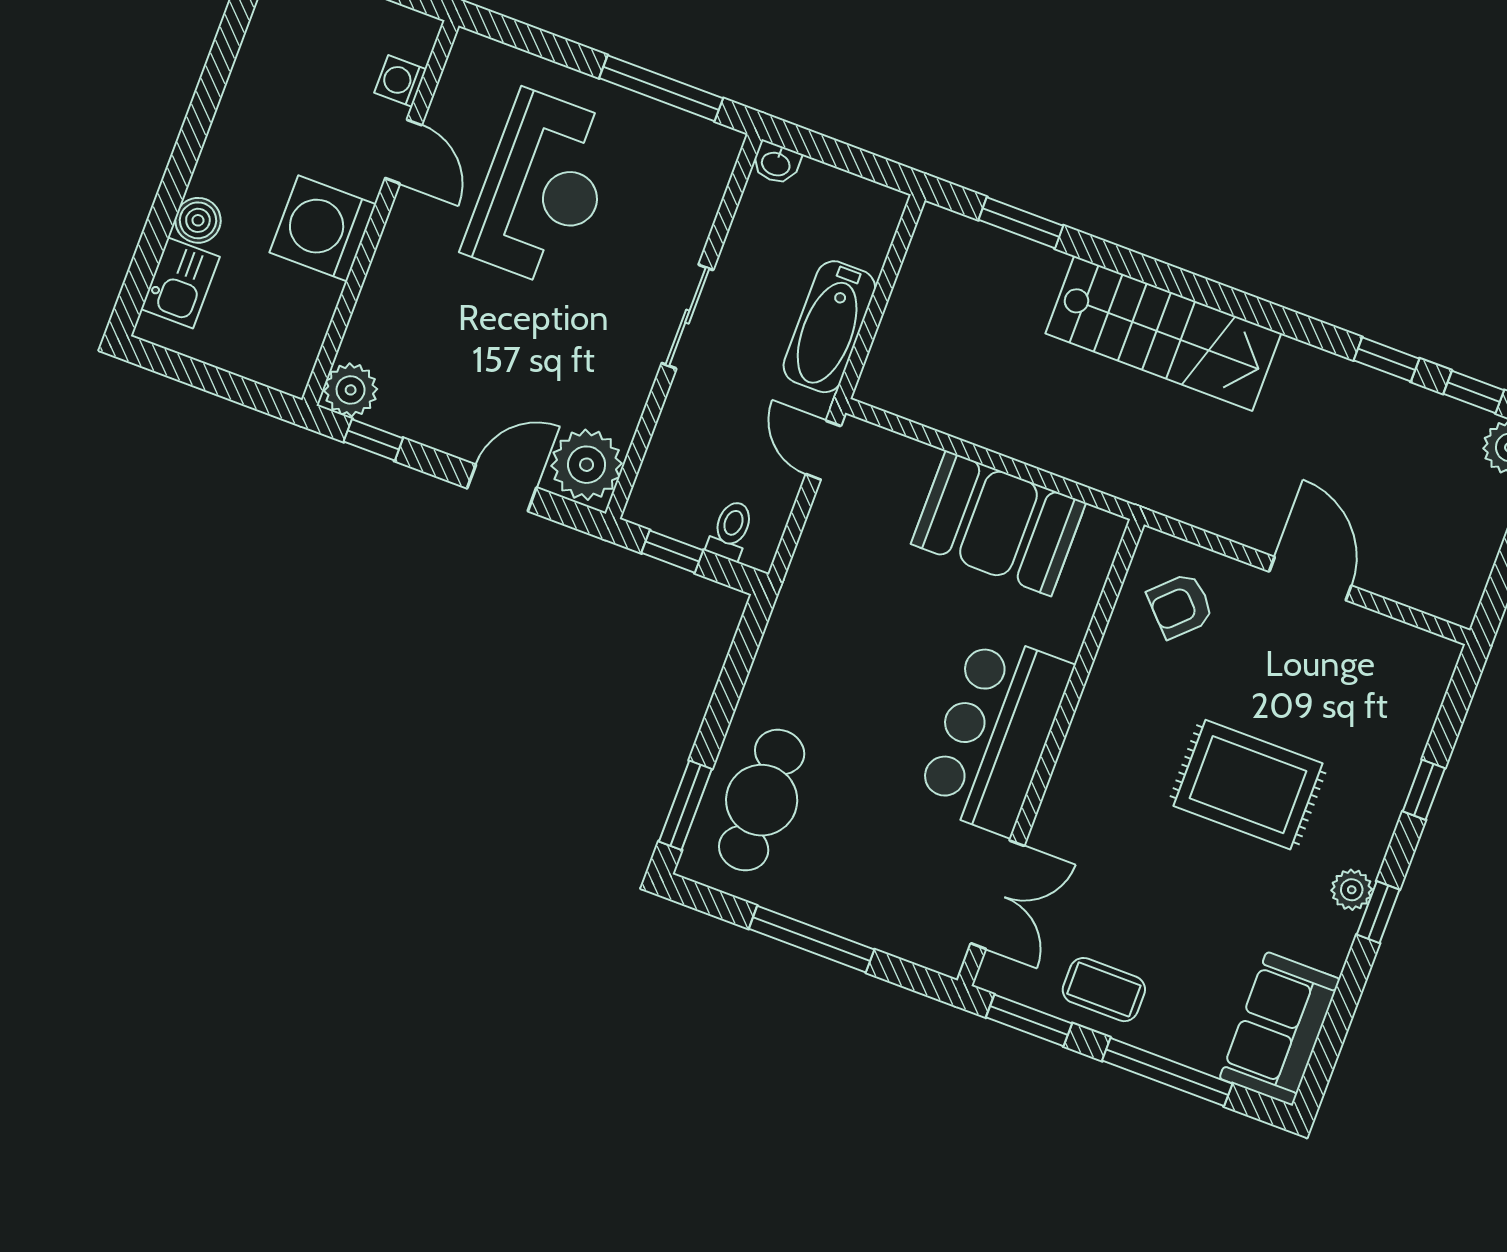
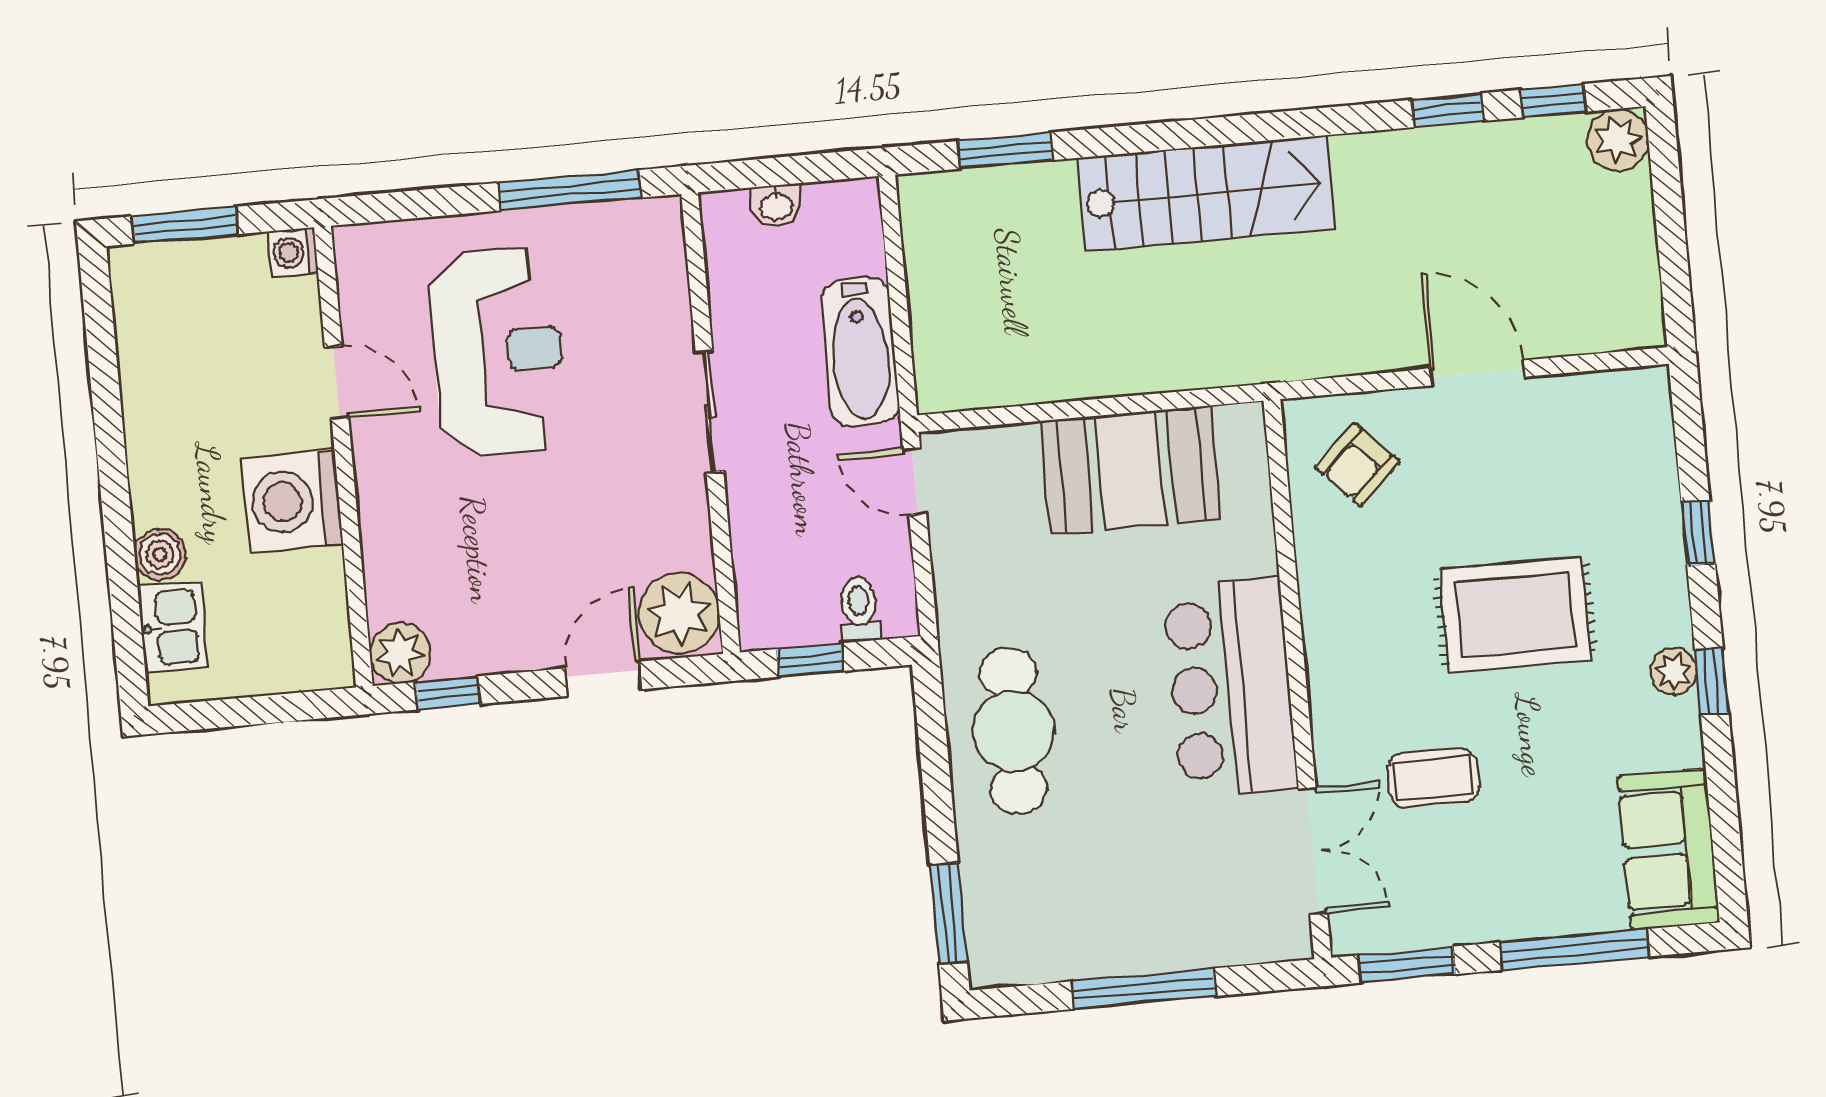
washing machine: (400, 81) -> (293, 252), moved
washbasin: (776, 163) -> (776, 206), moved
cafe table: (762, 800) -> (1013, 731), moved
coffee table: (1104, 990) -> (1433, 778), moved

